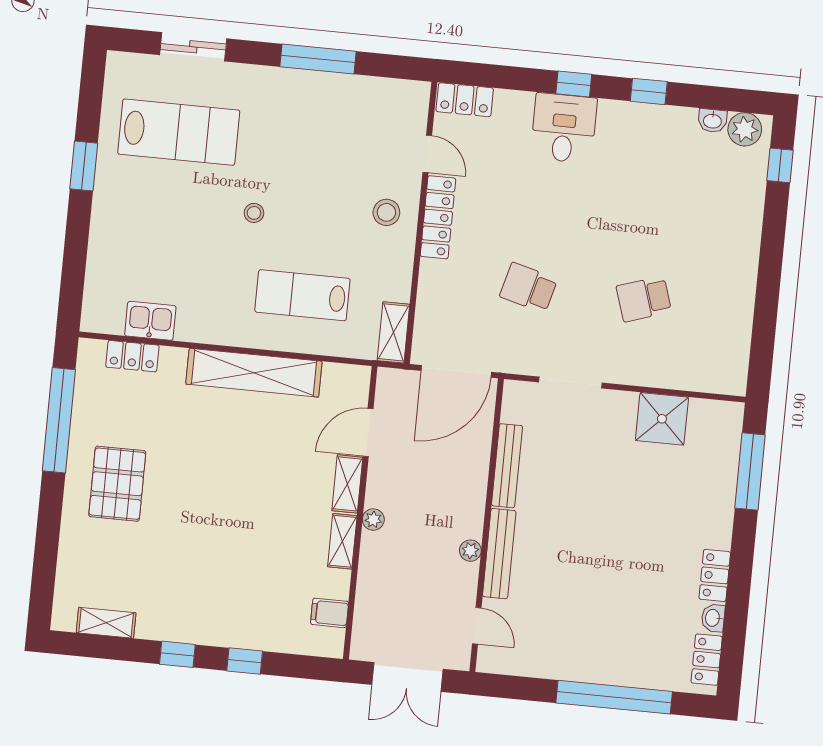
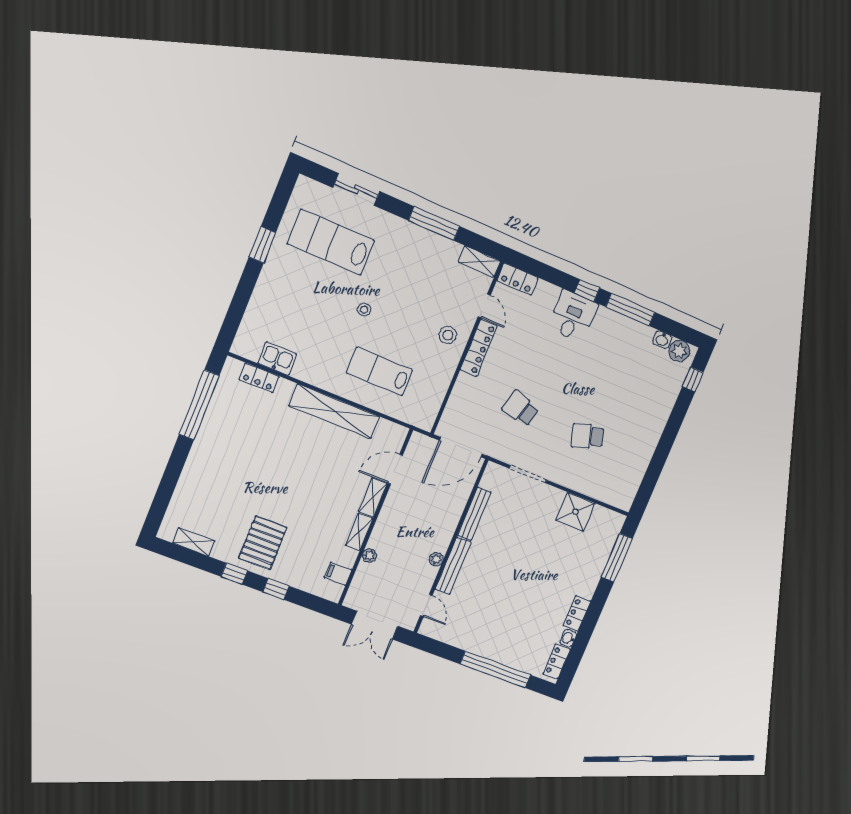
window: (649, 91) -> (630, 310), width x2.17
lab bench: (179, 132) -> (331, 242), turned 180
shelving: (393, 332) -> (479, 262), moved, turned 90
pallet: (117, 484) -> (263, 543), moved
plant: (373, 520) -> (369, 556), moved

